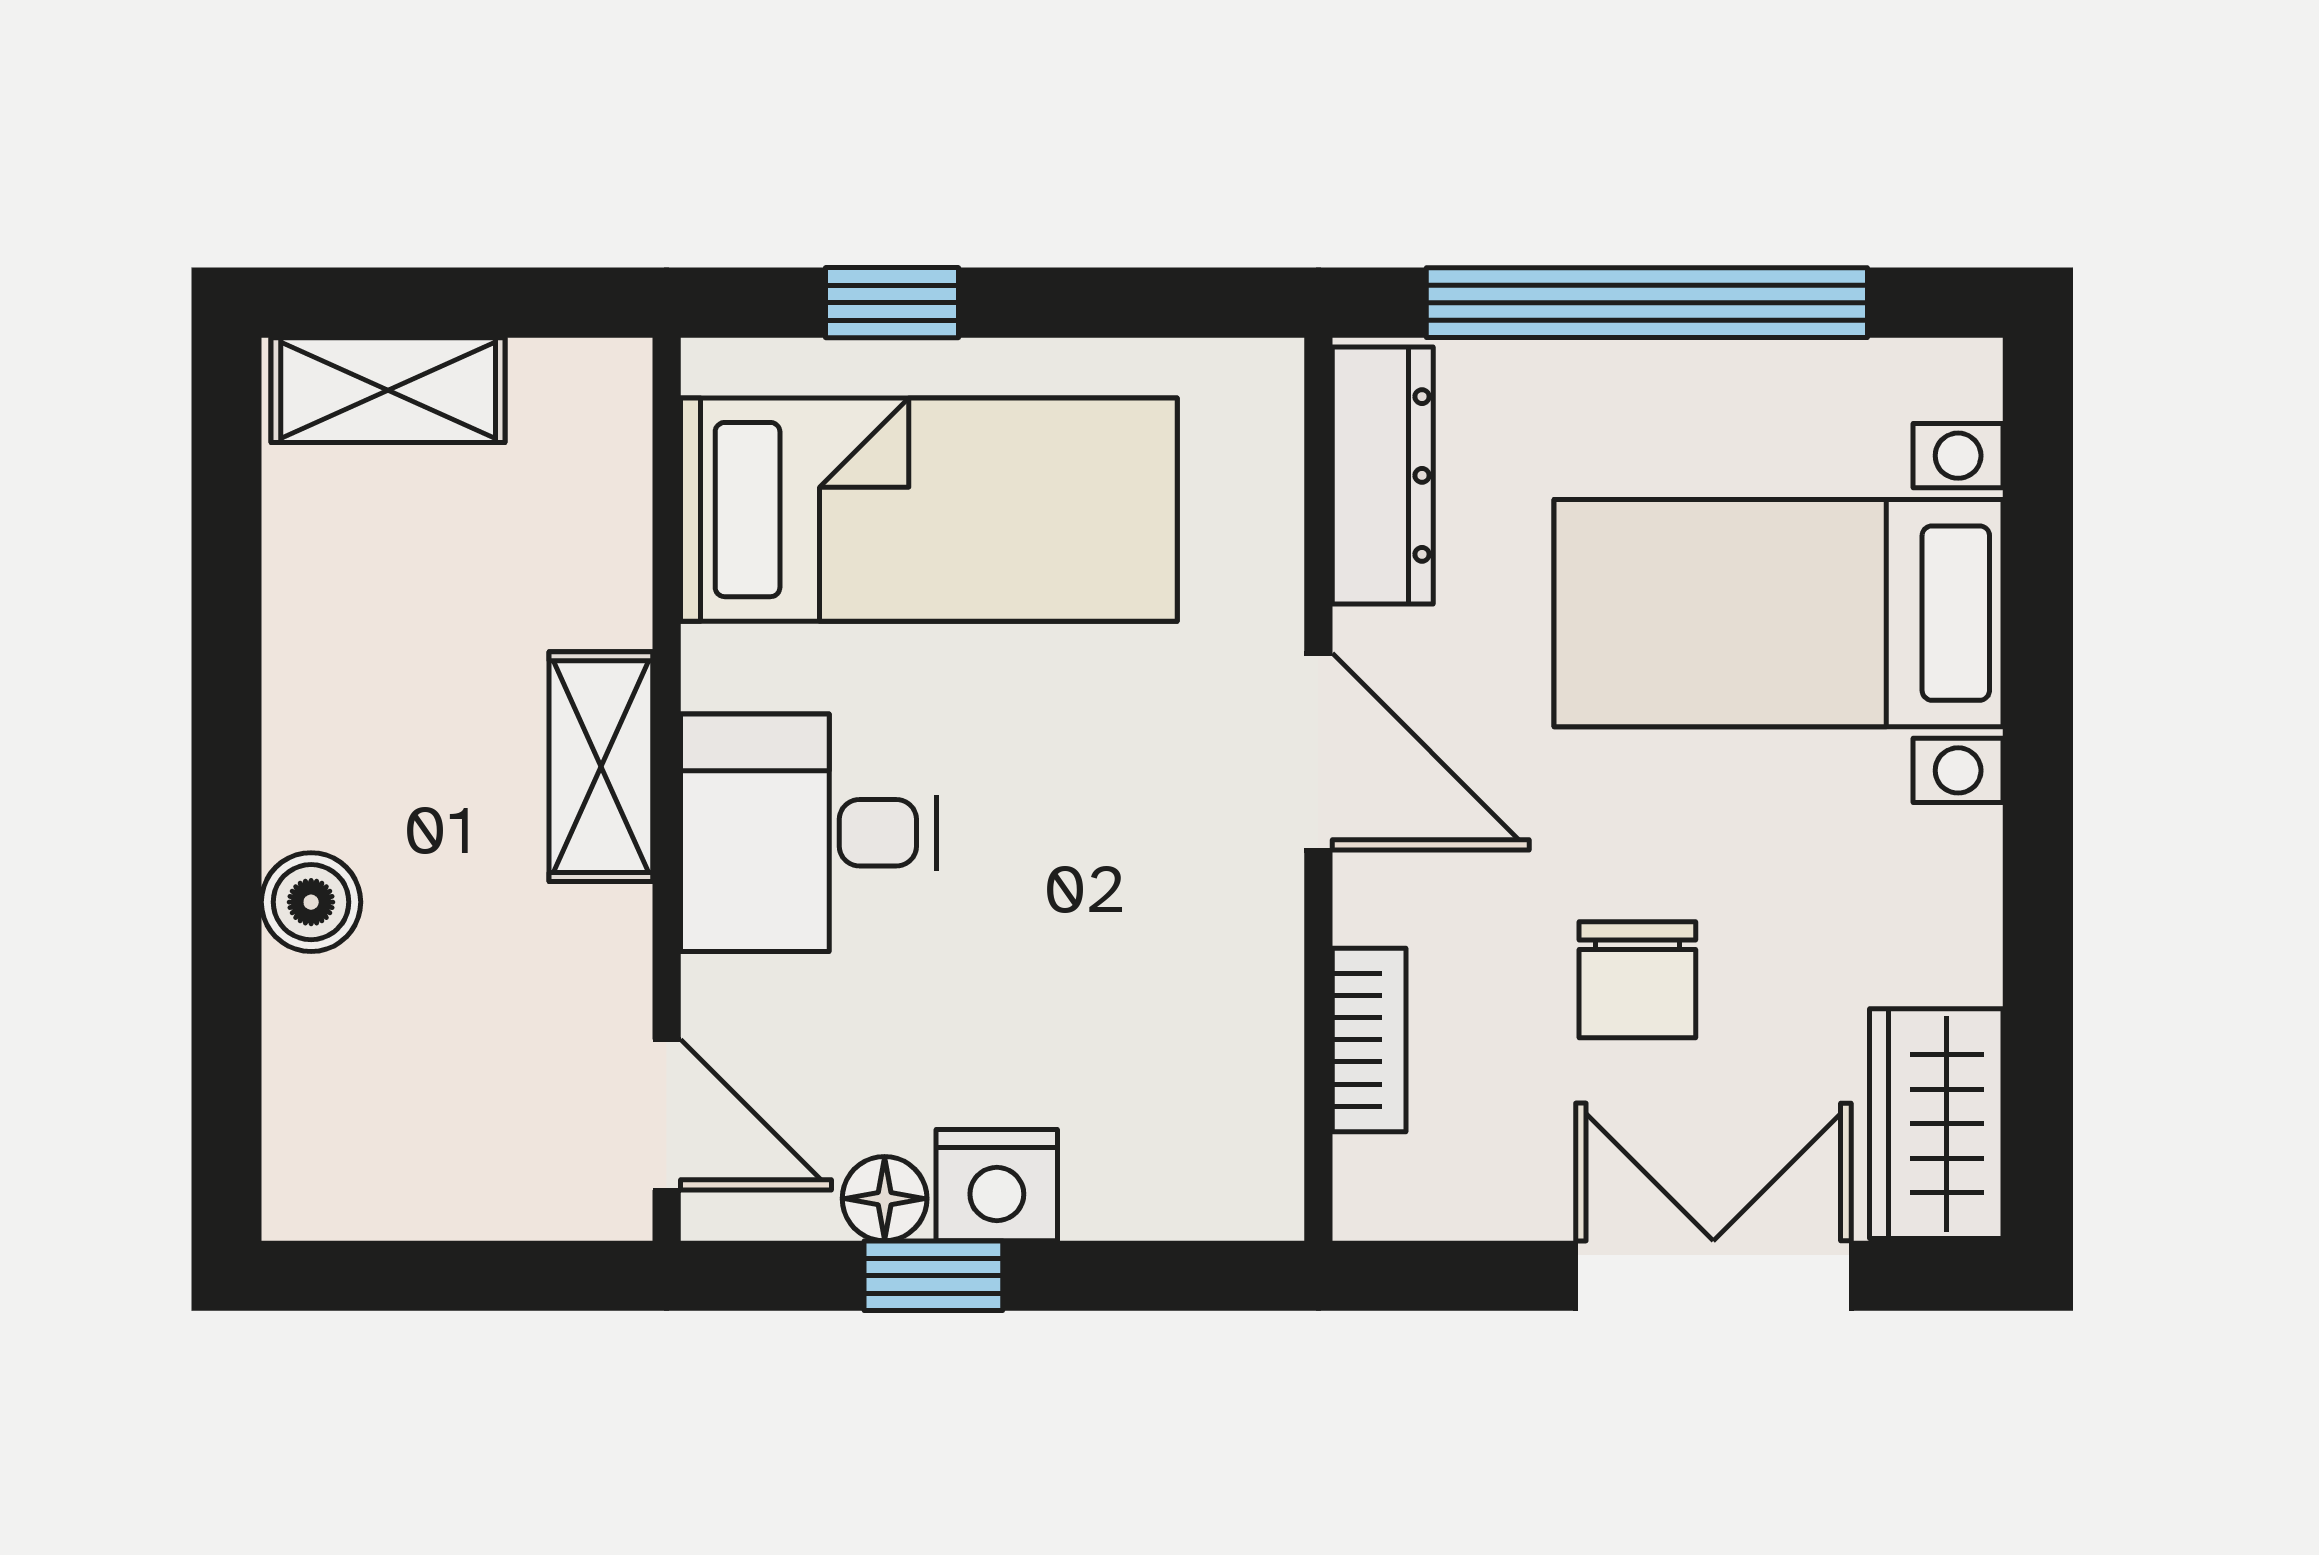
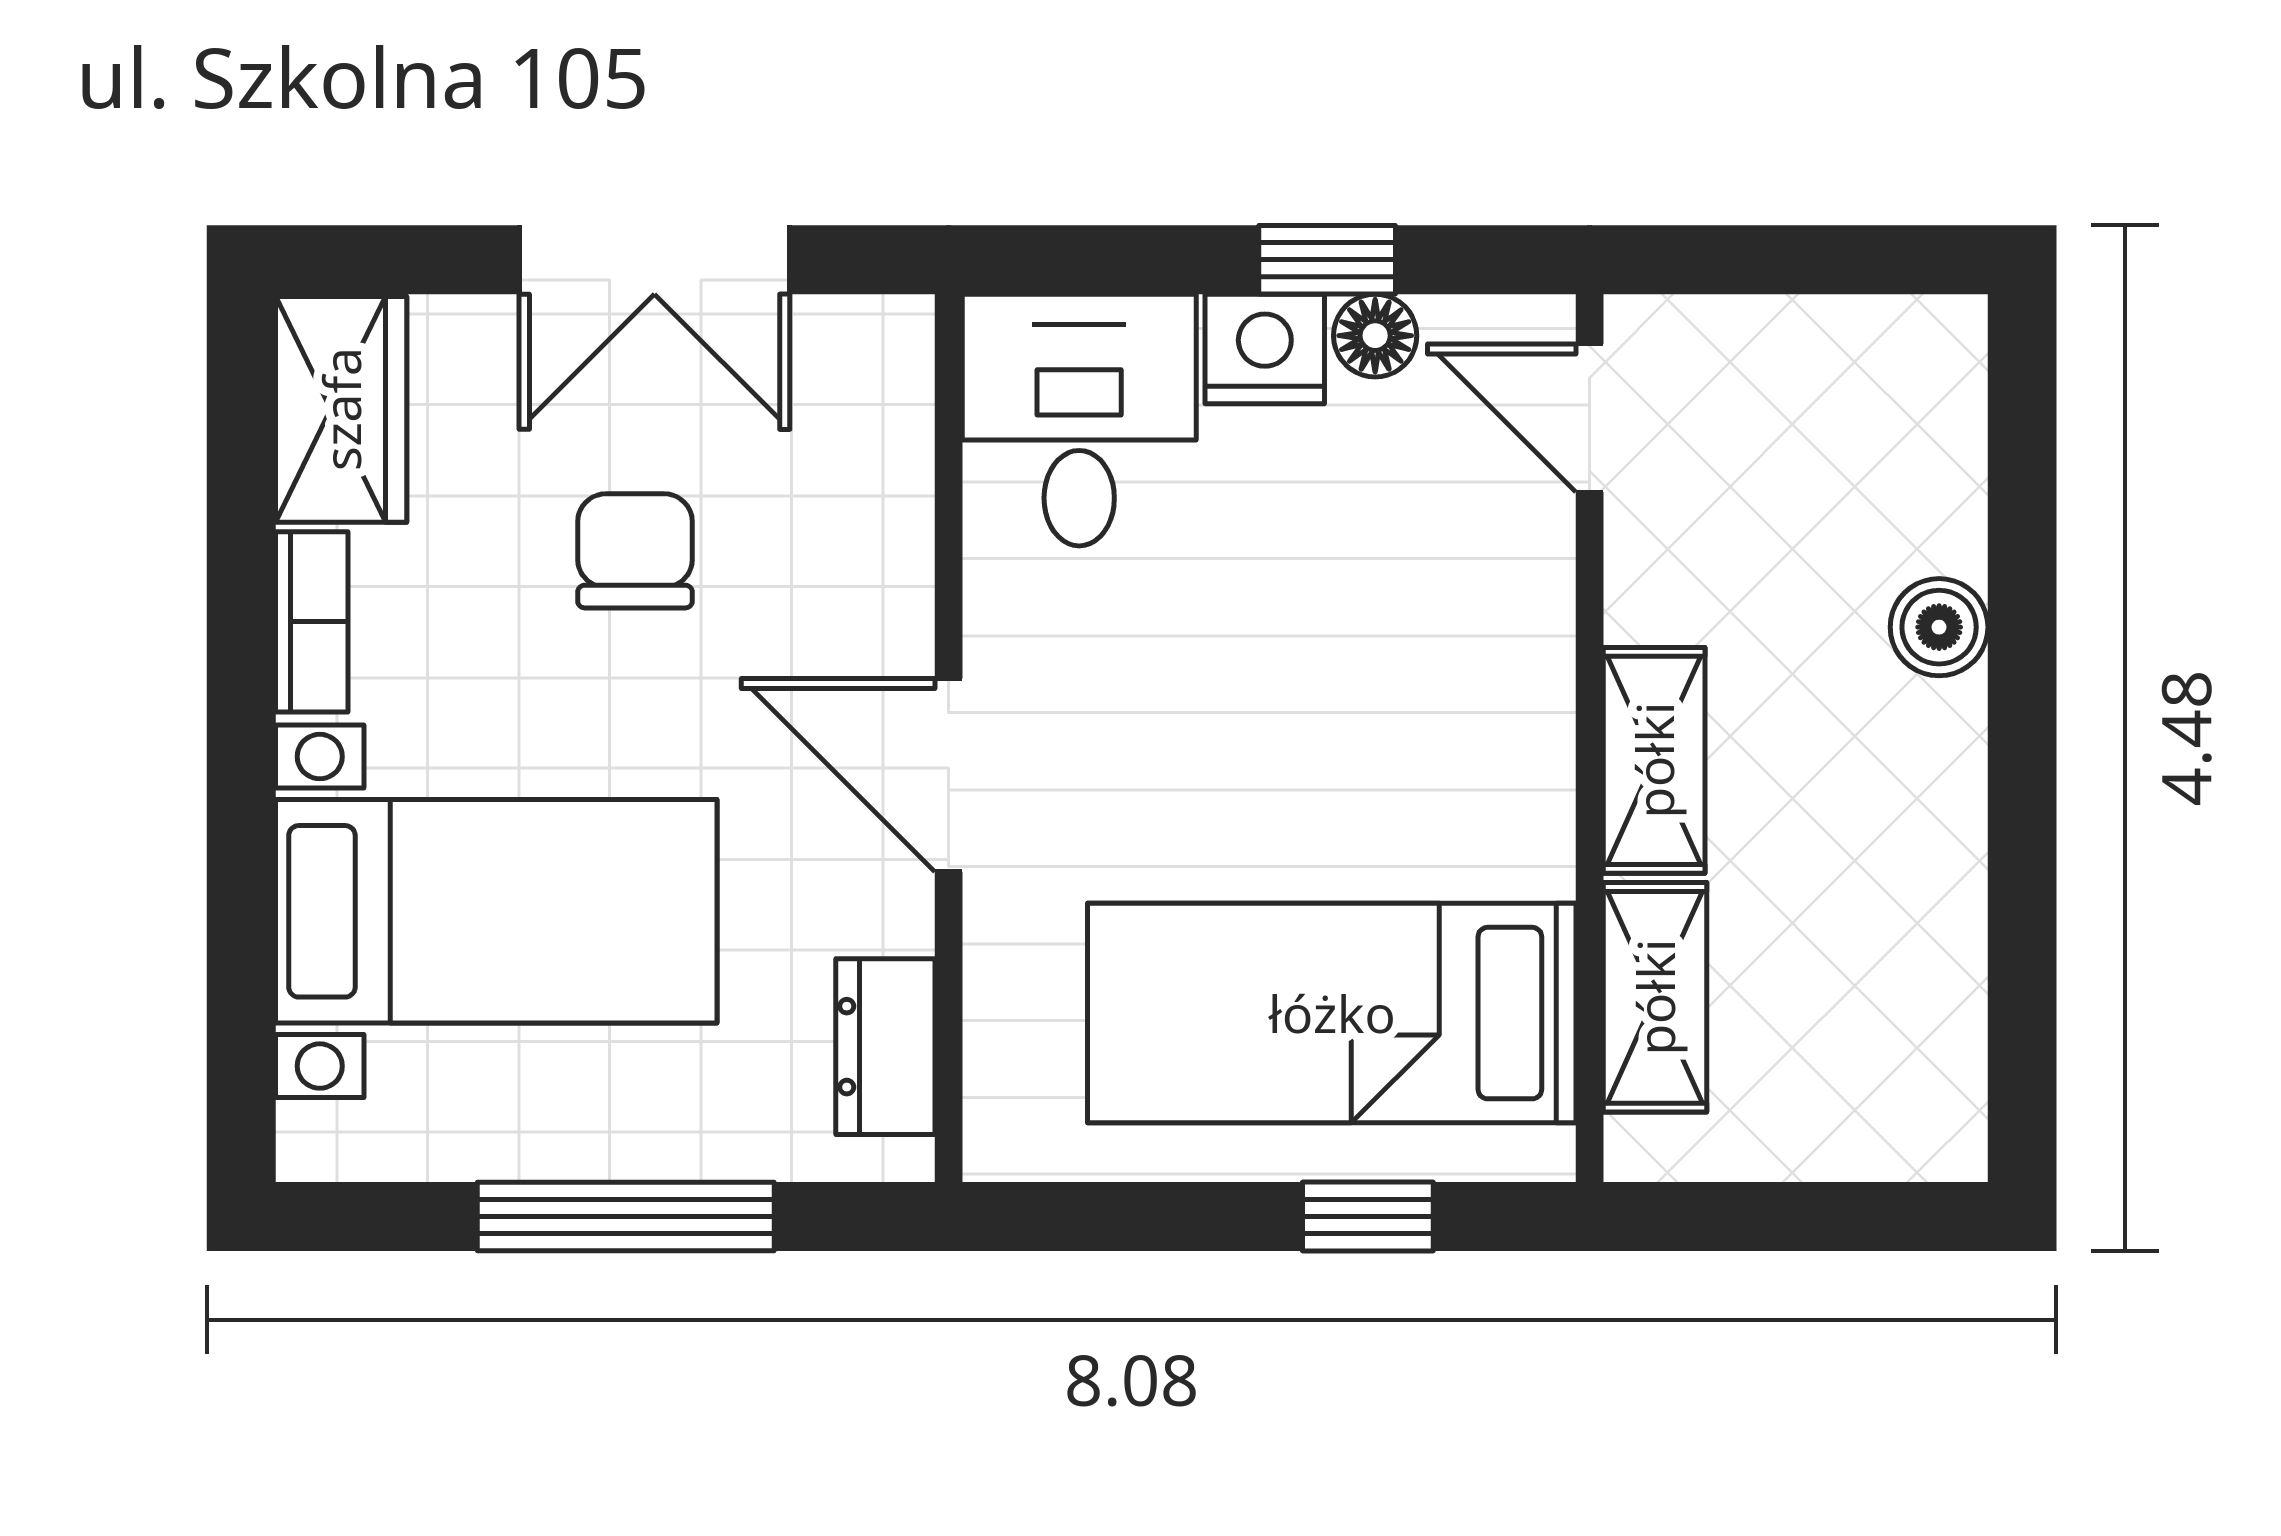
window: (1647, 303) -> (626, 1217), width x0.68
shelving: (388, 390) -> (1655, 997), moved, turned 90
dresser: (1383, 475) -> (885, 1047), width x0.70
desk: (809, 833) -> (1079, 420), moved, turned -90
bookcase: (1369, 1040) -> (312, 622), moved, turned 180
double door: (1713, 1276) -> (654, 260), moved

